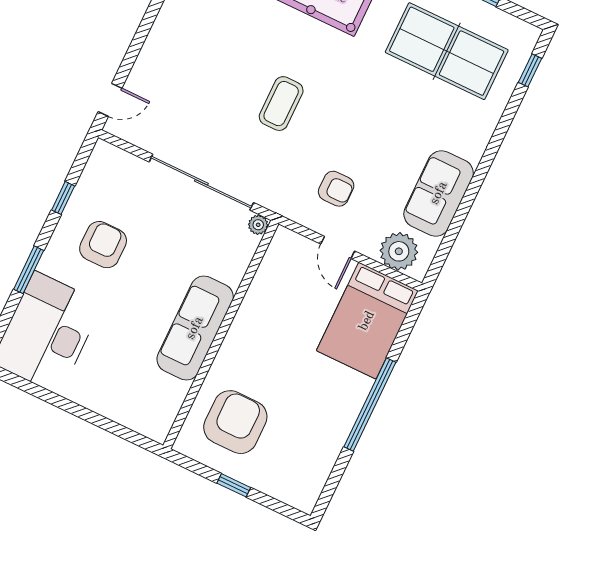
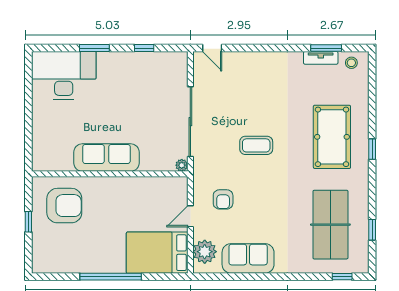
armchair: (103, 245) -> (129, 83), removed

